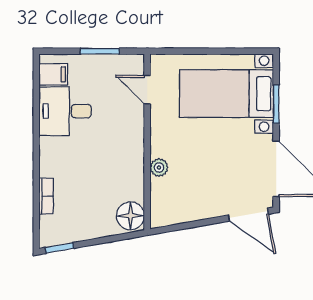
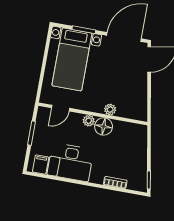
desk: (65, 111) -> (70, 162), width x1.37
plant: (135, 137) -> (89, 121), added
floor lamp: (130, 216) -> (104, 126), moved

